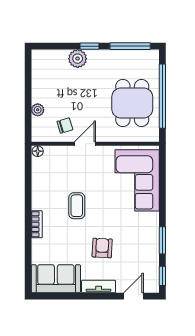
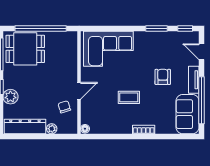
dresser: (40, 77) -> (25, 127), added
dining table: (132, 103) -> (25, 49), moved
door: (85, 144) -> (79, 91), swing flipped
armchair: (102, 248) -> (163, 77), turned 87
window: (73, 296) -> (201, 100), added

